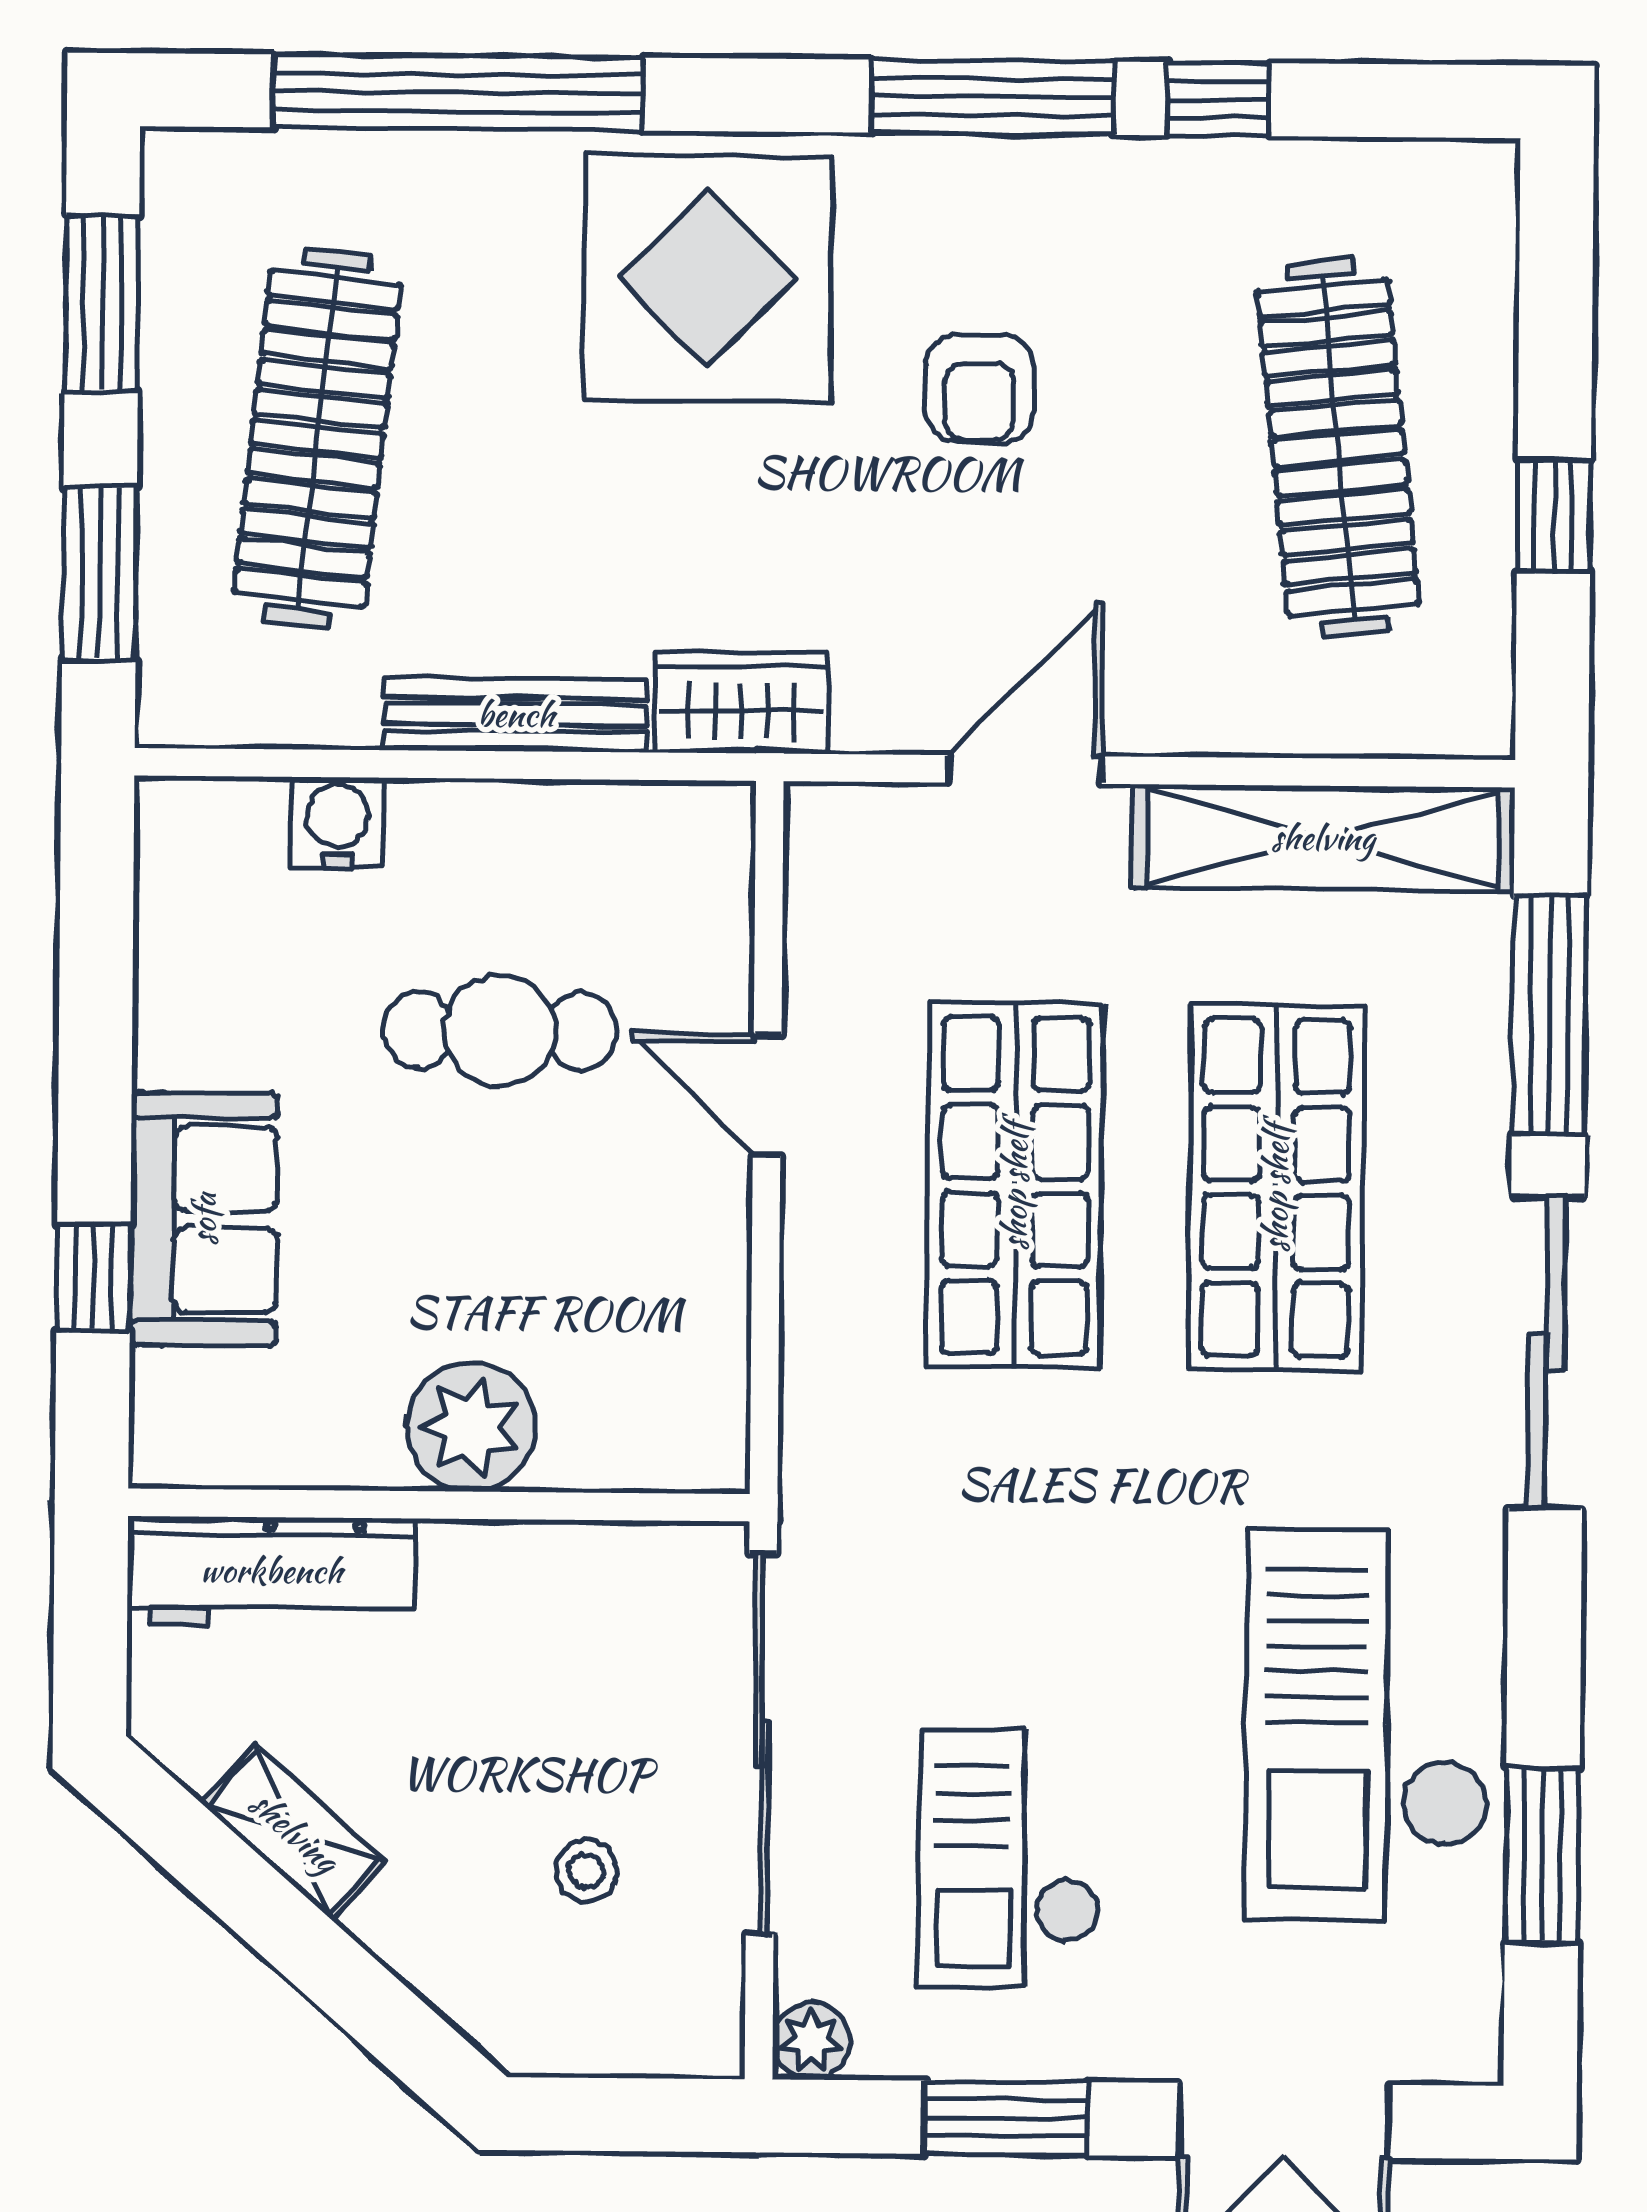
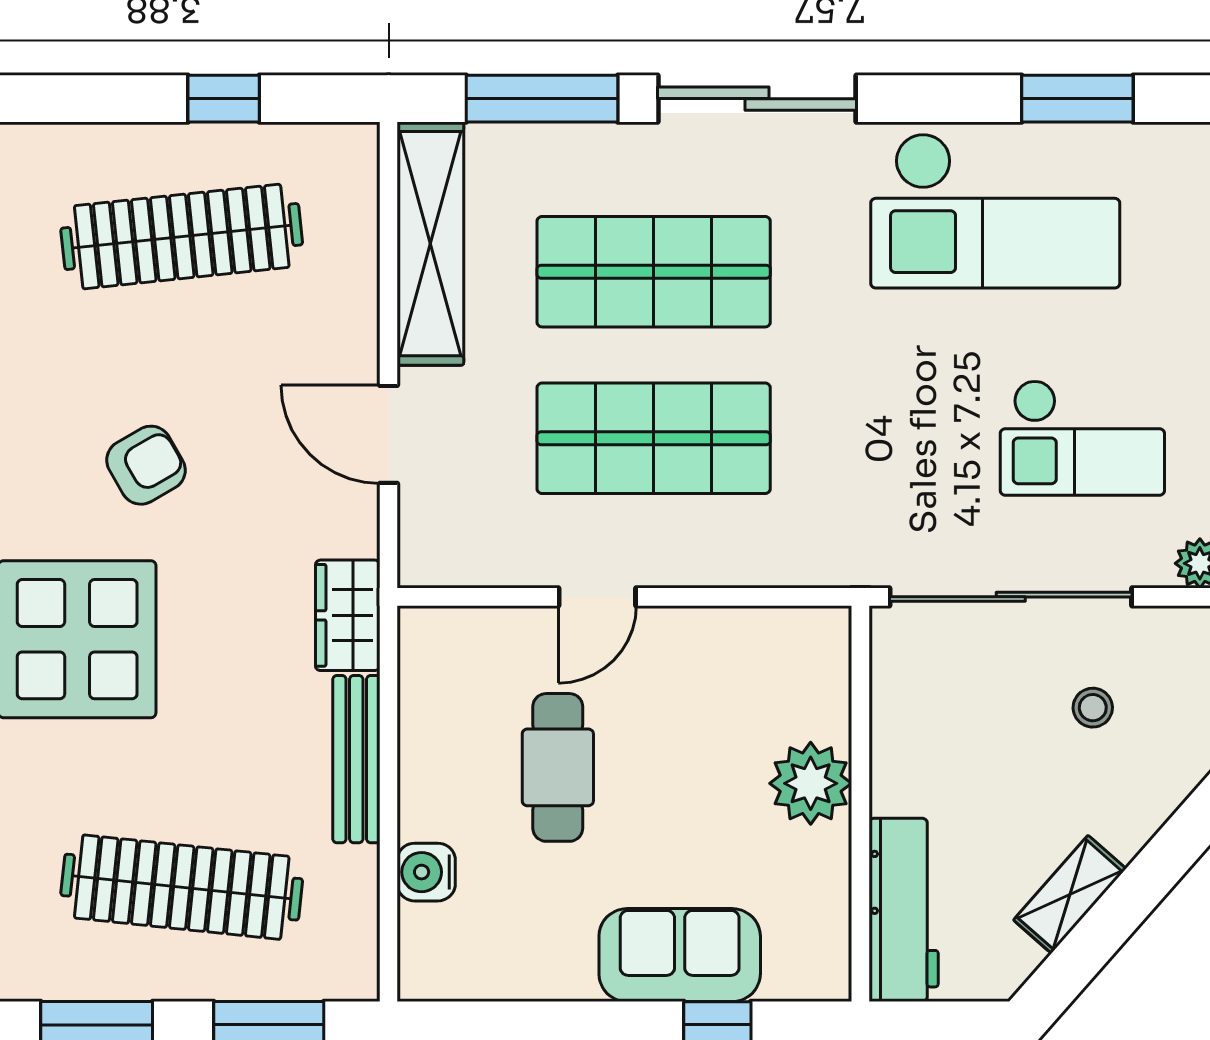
armchair: (980, 389) -> (146, 465), turned -30

